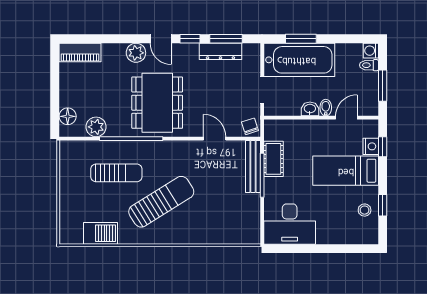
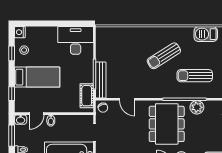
washbasin: (310, 109) -> (21, 120), moved
plant: (96, 127) -> (197, 107), moved
nightstand: (371, 146) -> (20, 32), moved
cot: (273, 159) -> (87, 96), moved
sun lounger: (161, 202) -> (164, 56), width x0.73, depth x0.75

